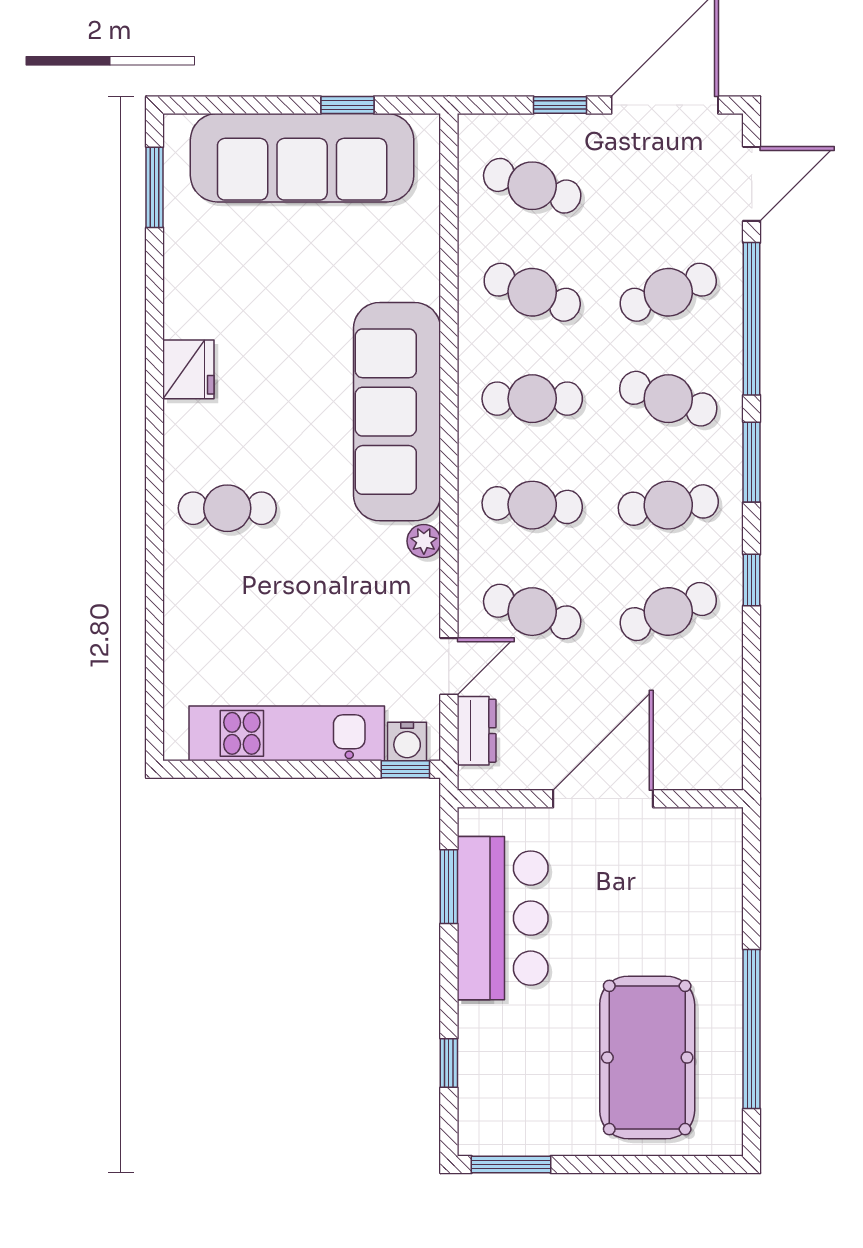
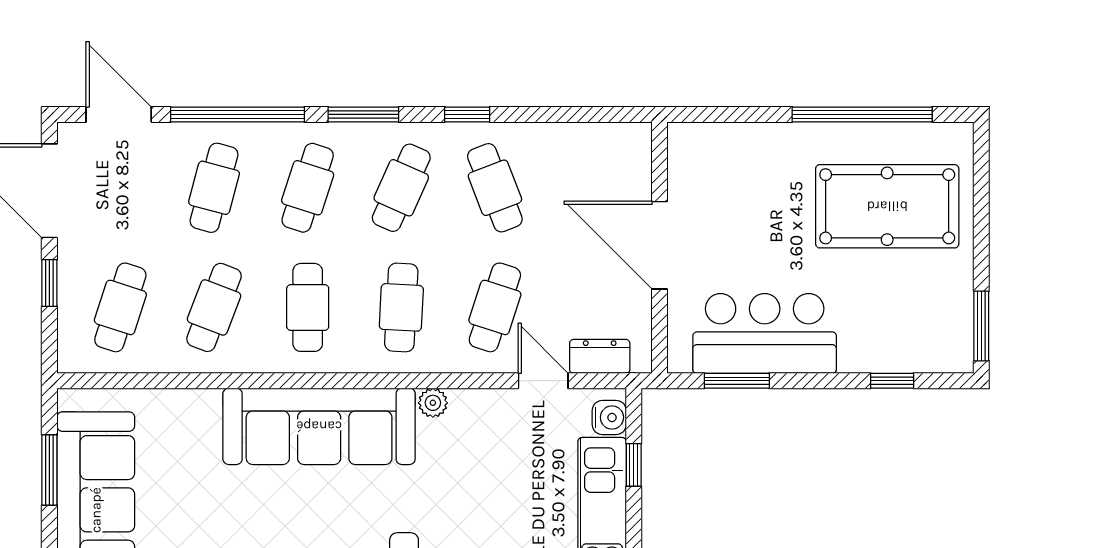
window: (347, 105) -> (49, 470), width x1.50
cafe table: (668, 292) -> (214, 188), turned 36
cafe table: (668, 505) -> (401, 188), turned 30
window: (405, 769) -> (634, 465), moved

